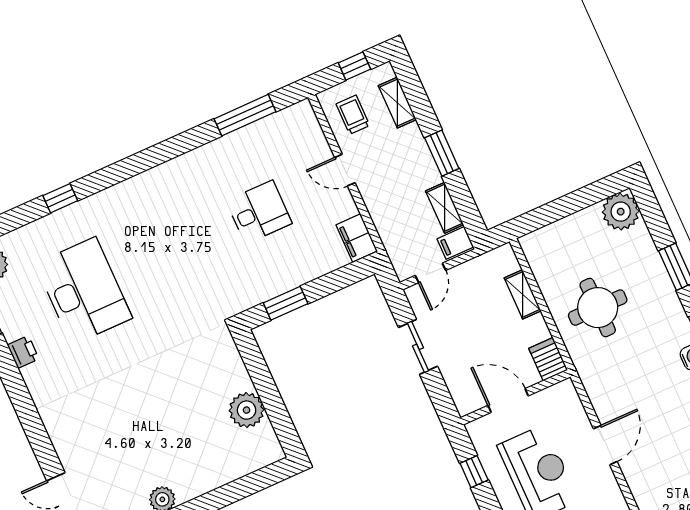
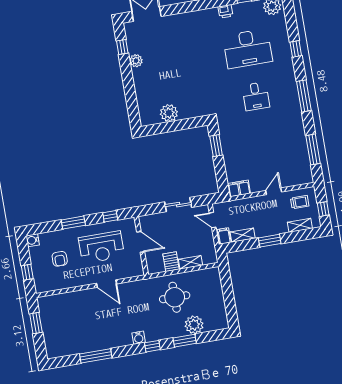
window: (147, 159) -> (304, 96), added
desk: (259, 212) -> (256, 96), moved
plant: (621, 212) -> (194, 325), moved
server rack: (548, 359) -> (171, 262), moved, turned -90
door: (508, 401) -> (141, 242), hinge flipped

